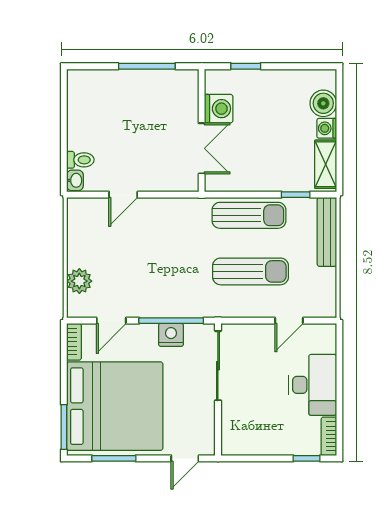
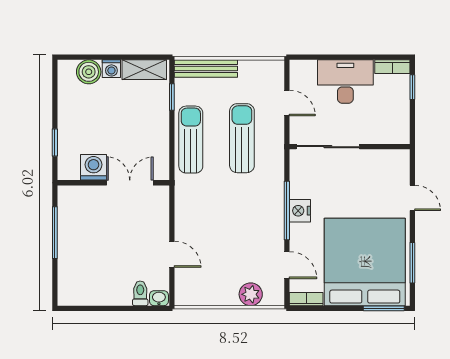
sliding door: (218, 366) -> (328, 147), moved
wall: (218, 390) -> (350, 147), moved

